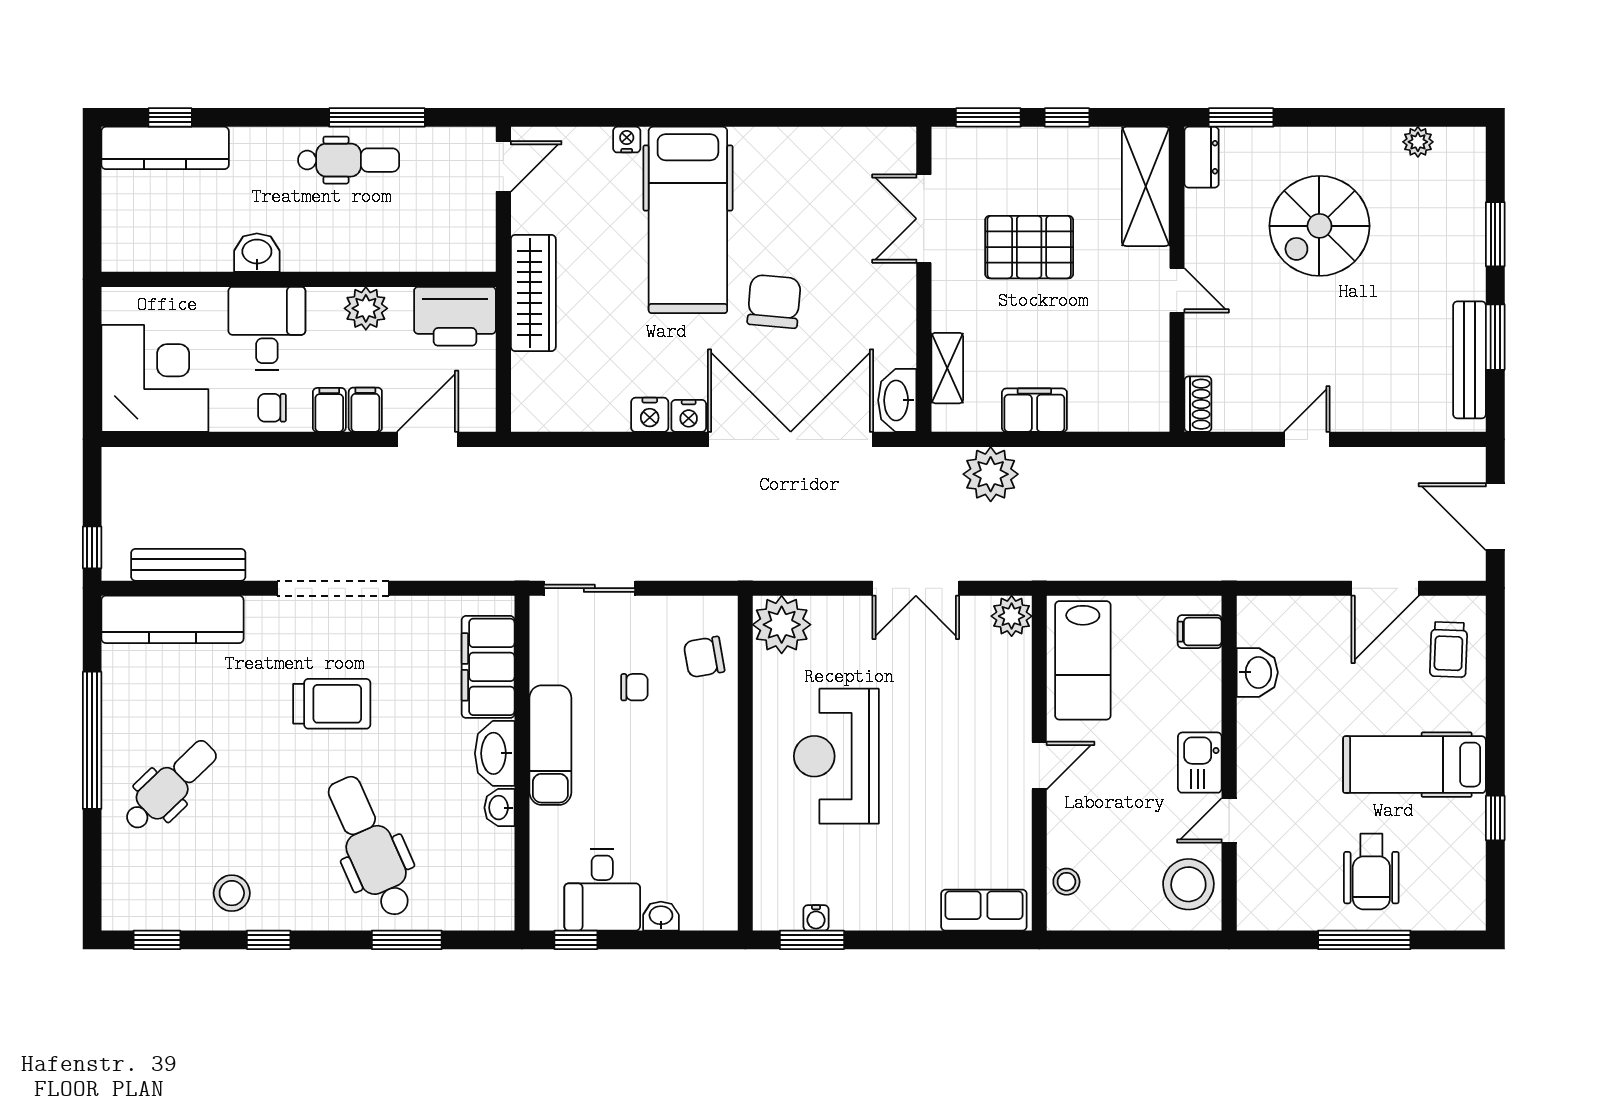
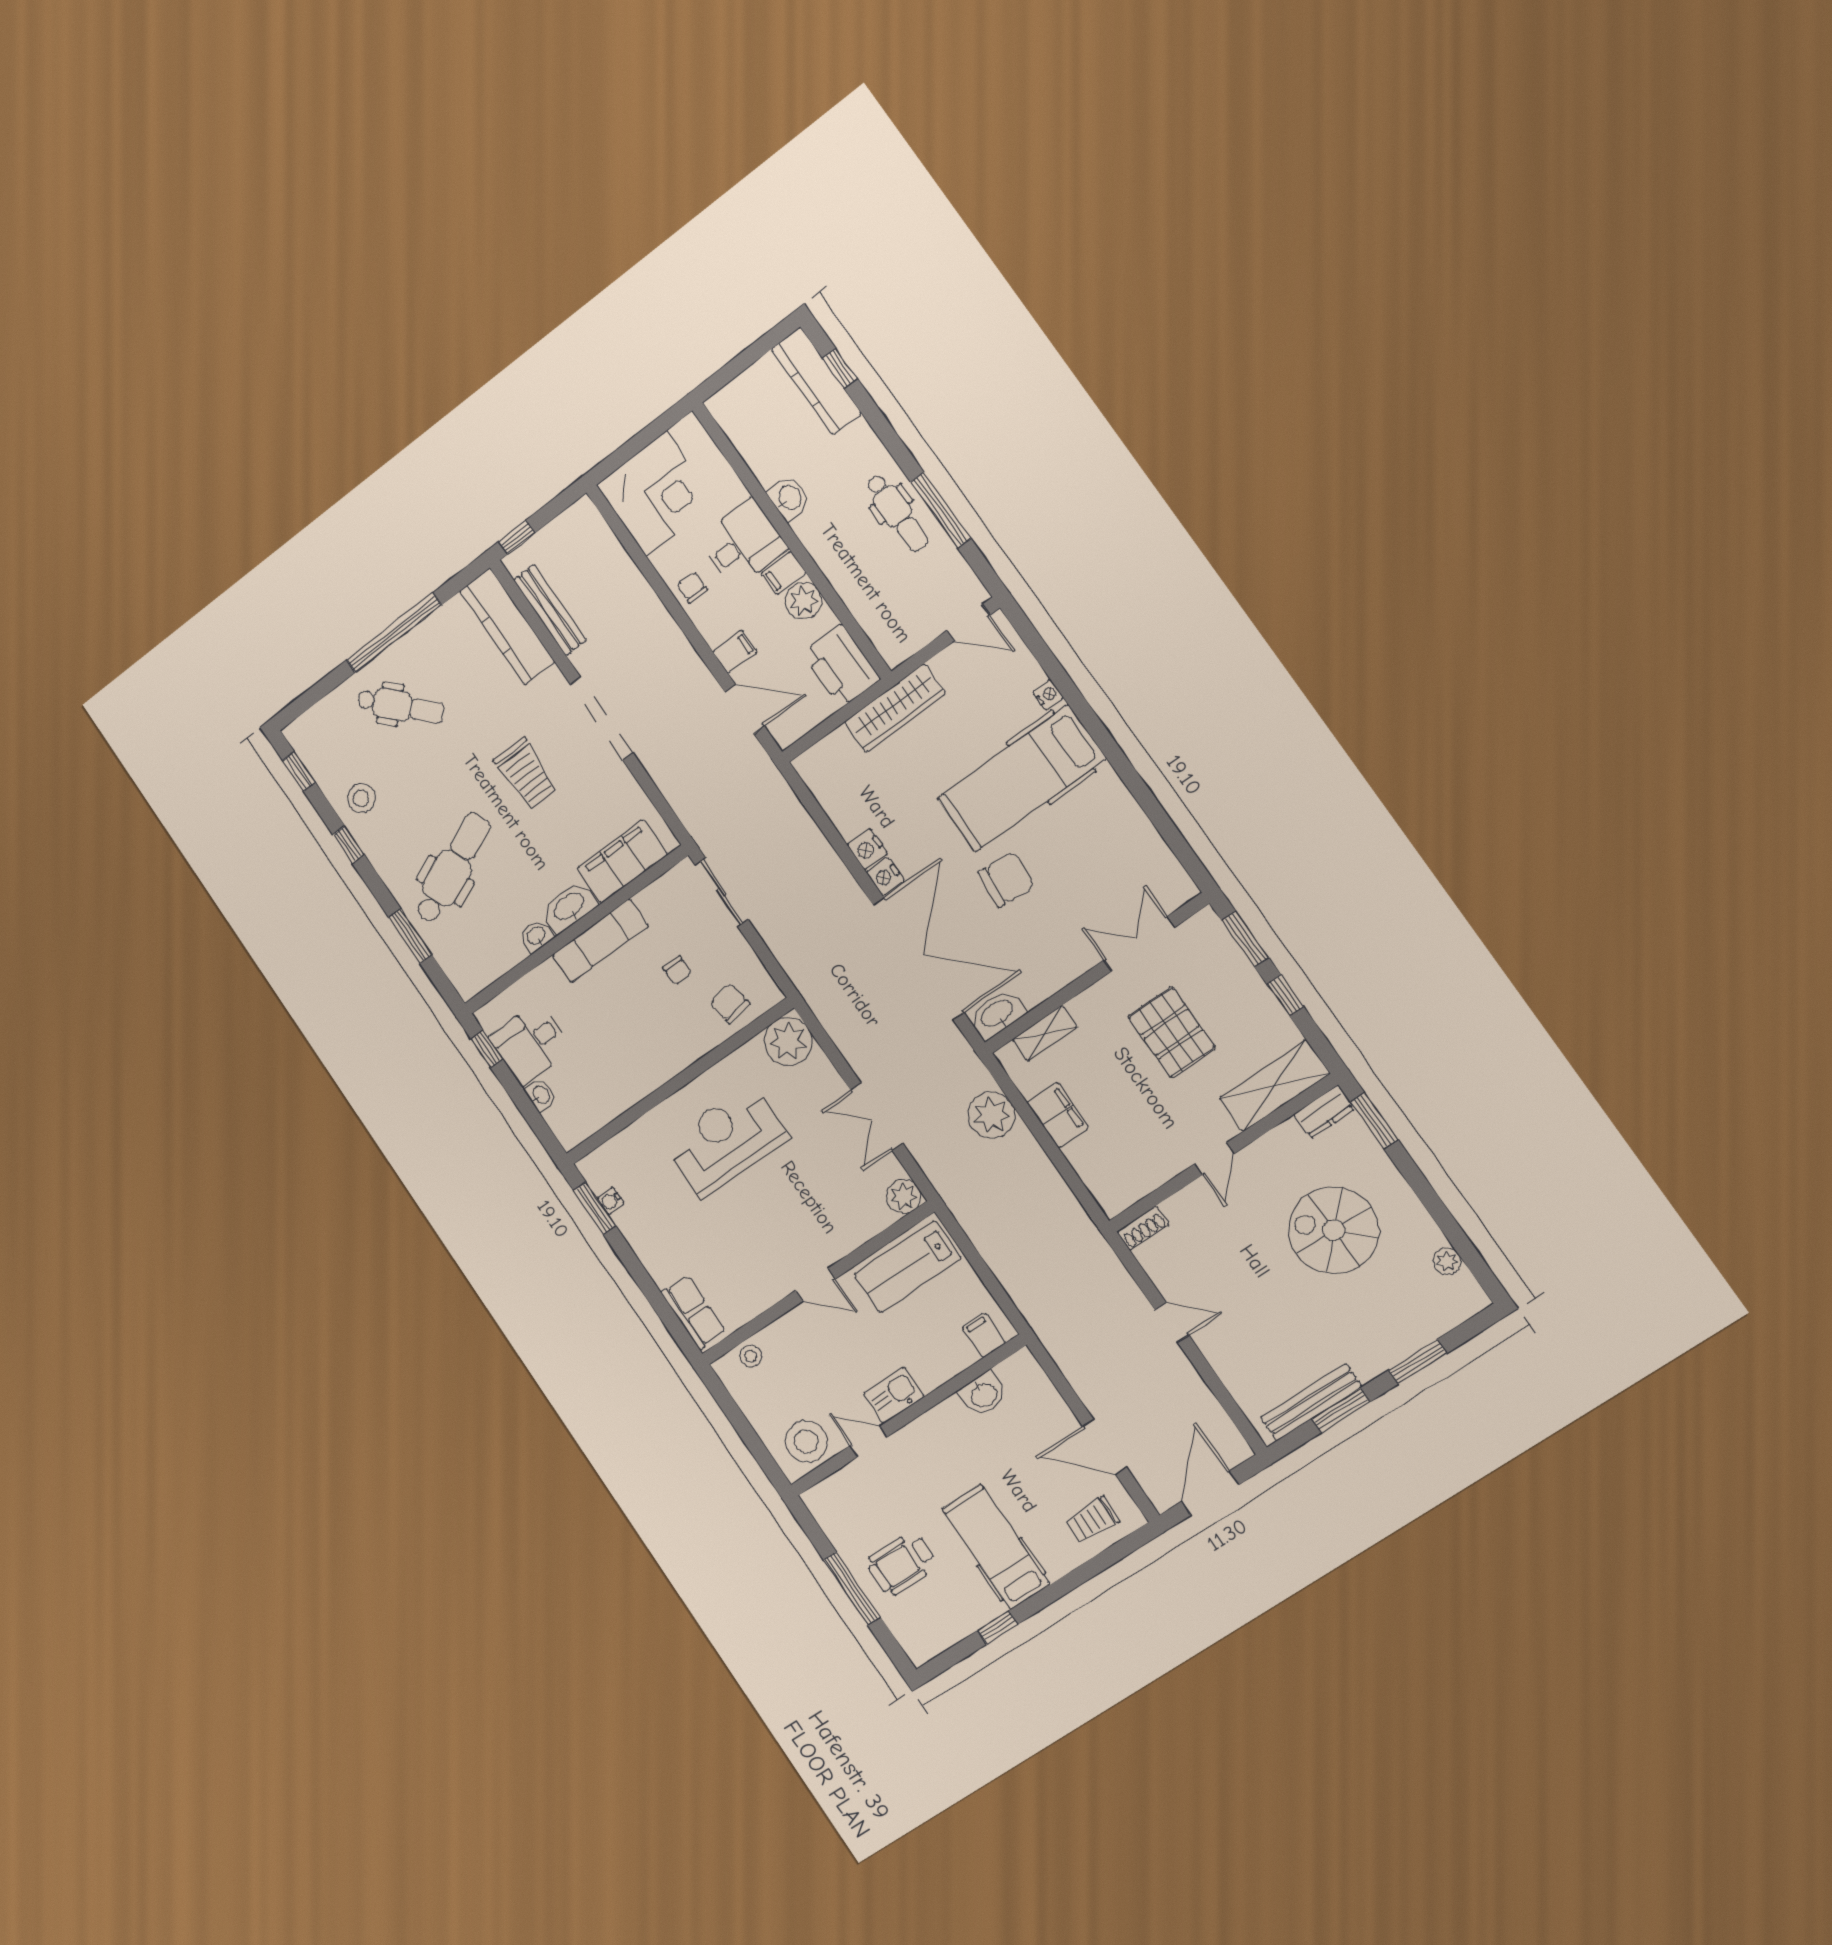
filing cabinet: (329, 410) -> (784, 573), moved, turned 180

